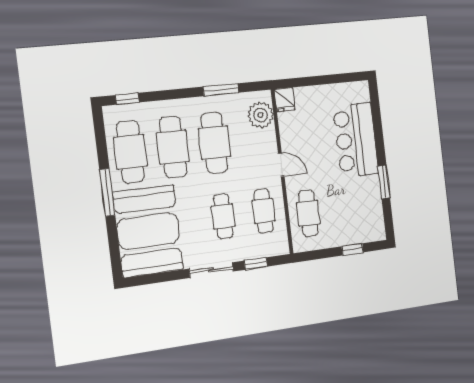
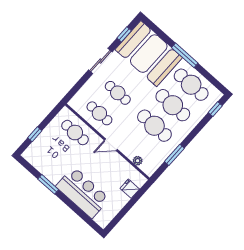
fridge: (285, 100) -> (130, 189), moved
plant: (261, 115) -> (138, 161), width x0.53, depth x0.53
window: (256, 264) -> (124, 34), moved

